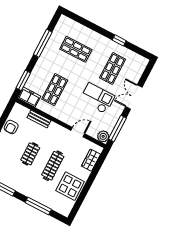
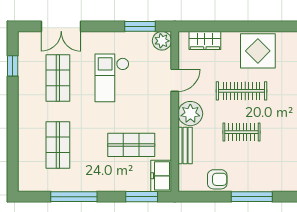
window: (119, 40) -> (13, 66), moved
shop shelf: (113, 69) -> (58, 78), turned 90
double door: (134, 97) -> (61, 26), moved
window: (117, 128) -> (140, 26), width x0.69
plant: (55, 131) -> (190, 114), added
door: (78, 132) -> (175, 80), swing flipped

